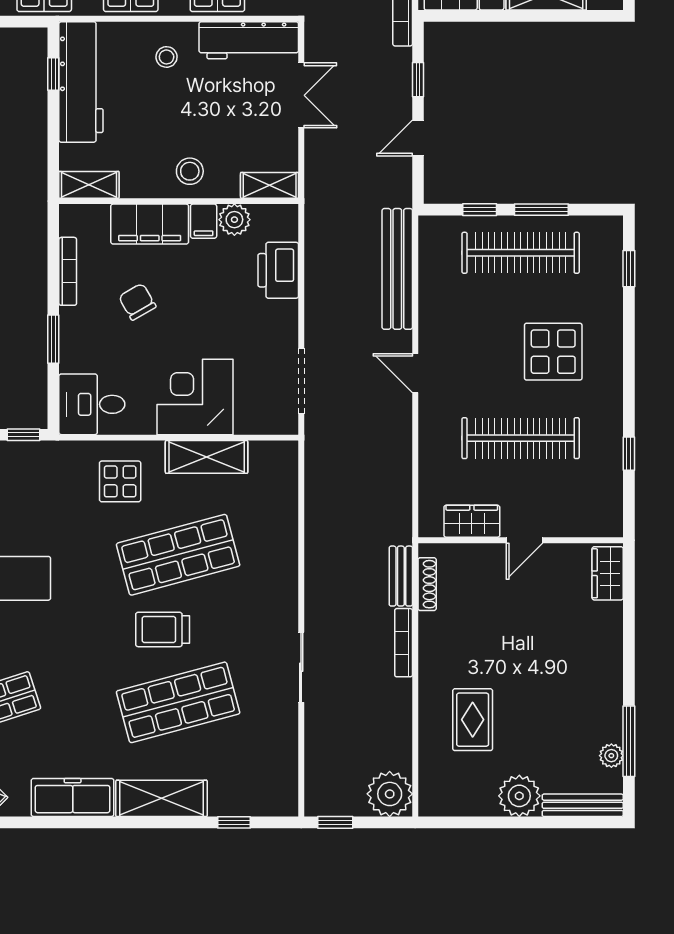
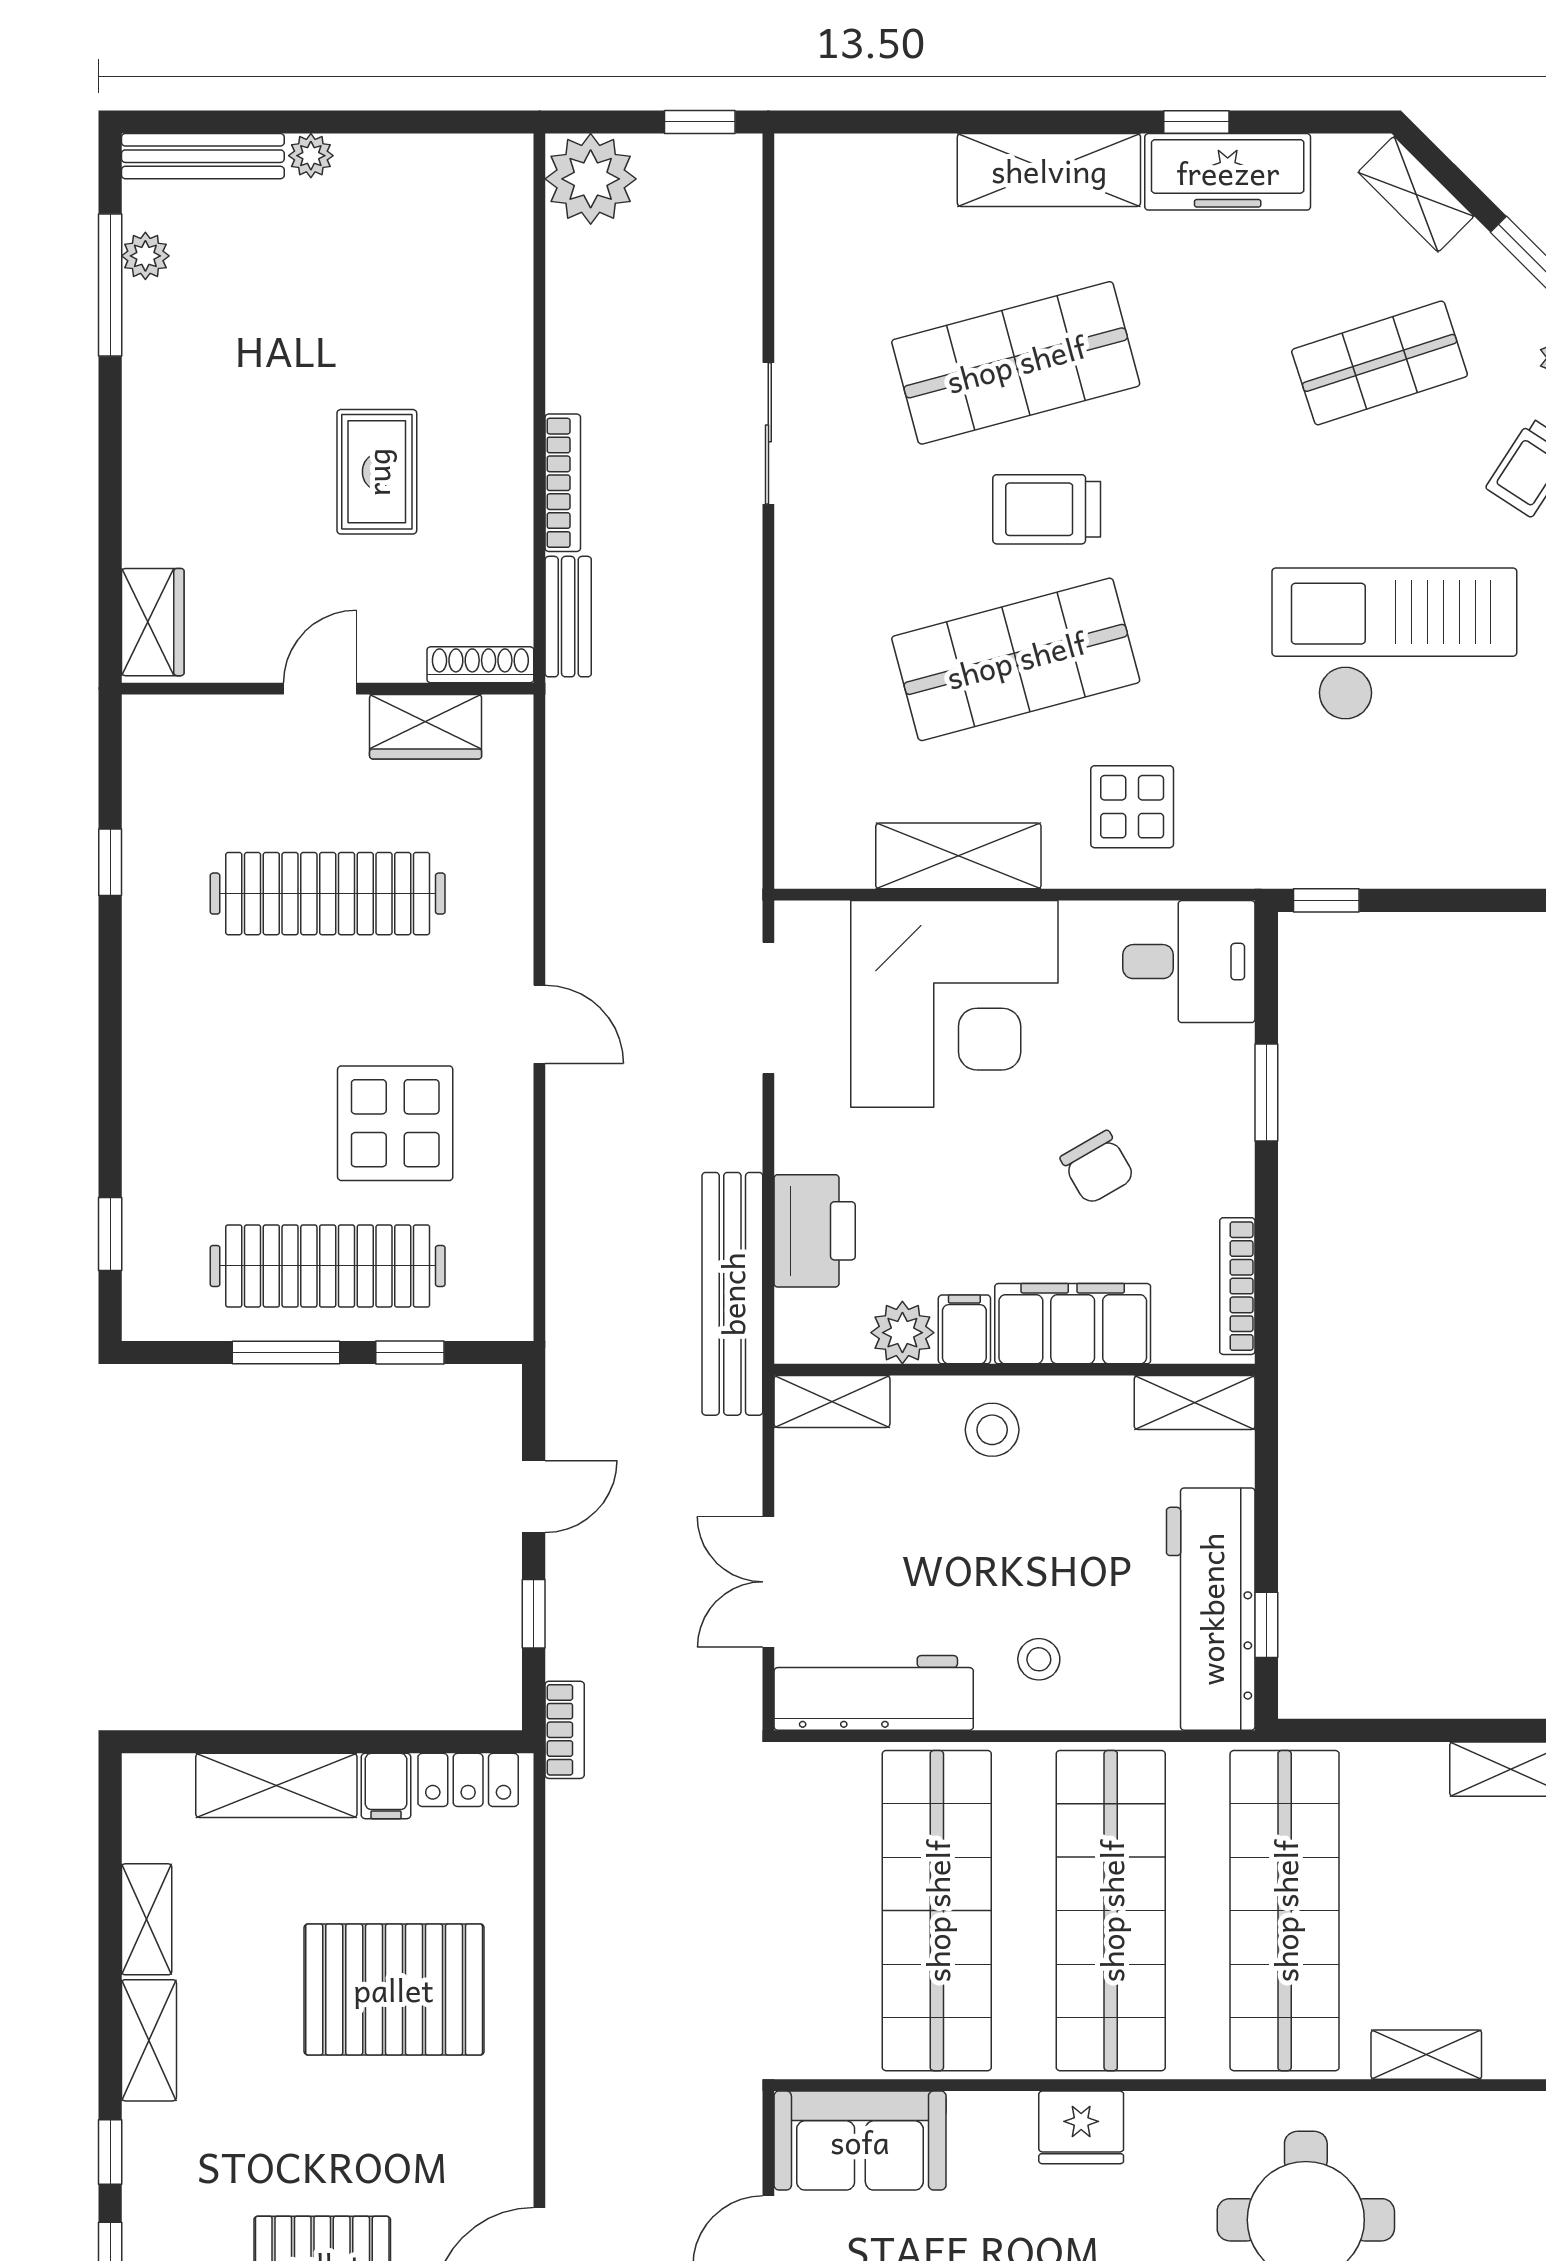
bench: (397, 269) -> (732, 1294), moved
bookcase: (68, 271) -> (1237, 1286), moved
display table: (553, 352) -> (395, 1123), moved
corner desk: (195, 397) -> (954, 1004), width x1.36, depth x1.36
shoe rack: (427, 584) -> (480, 665), moved, turned 90
trolley: (163, 629) -> (1047, 509), turned 180
rug: (473, 720) -> (377, 472), moved
plant: (519, 796) -> (311, 156), width x0.53, depth x0.53
window: (234, 822) -> (1196, 122), moved

